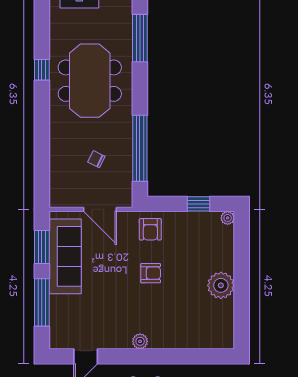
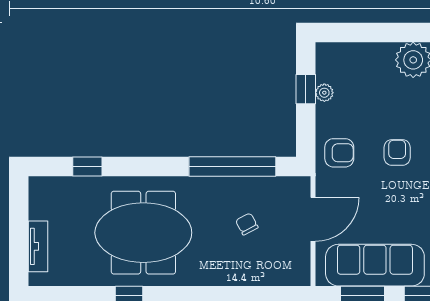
window: (140, 38) -> (87, 166), width x0.46
chair: (96, 159) -> (247, 224), turned 126
plant: (228, 218) -> (324, 93), moved

